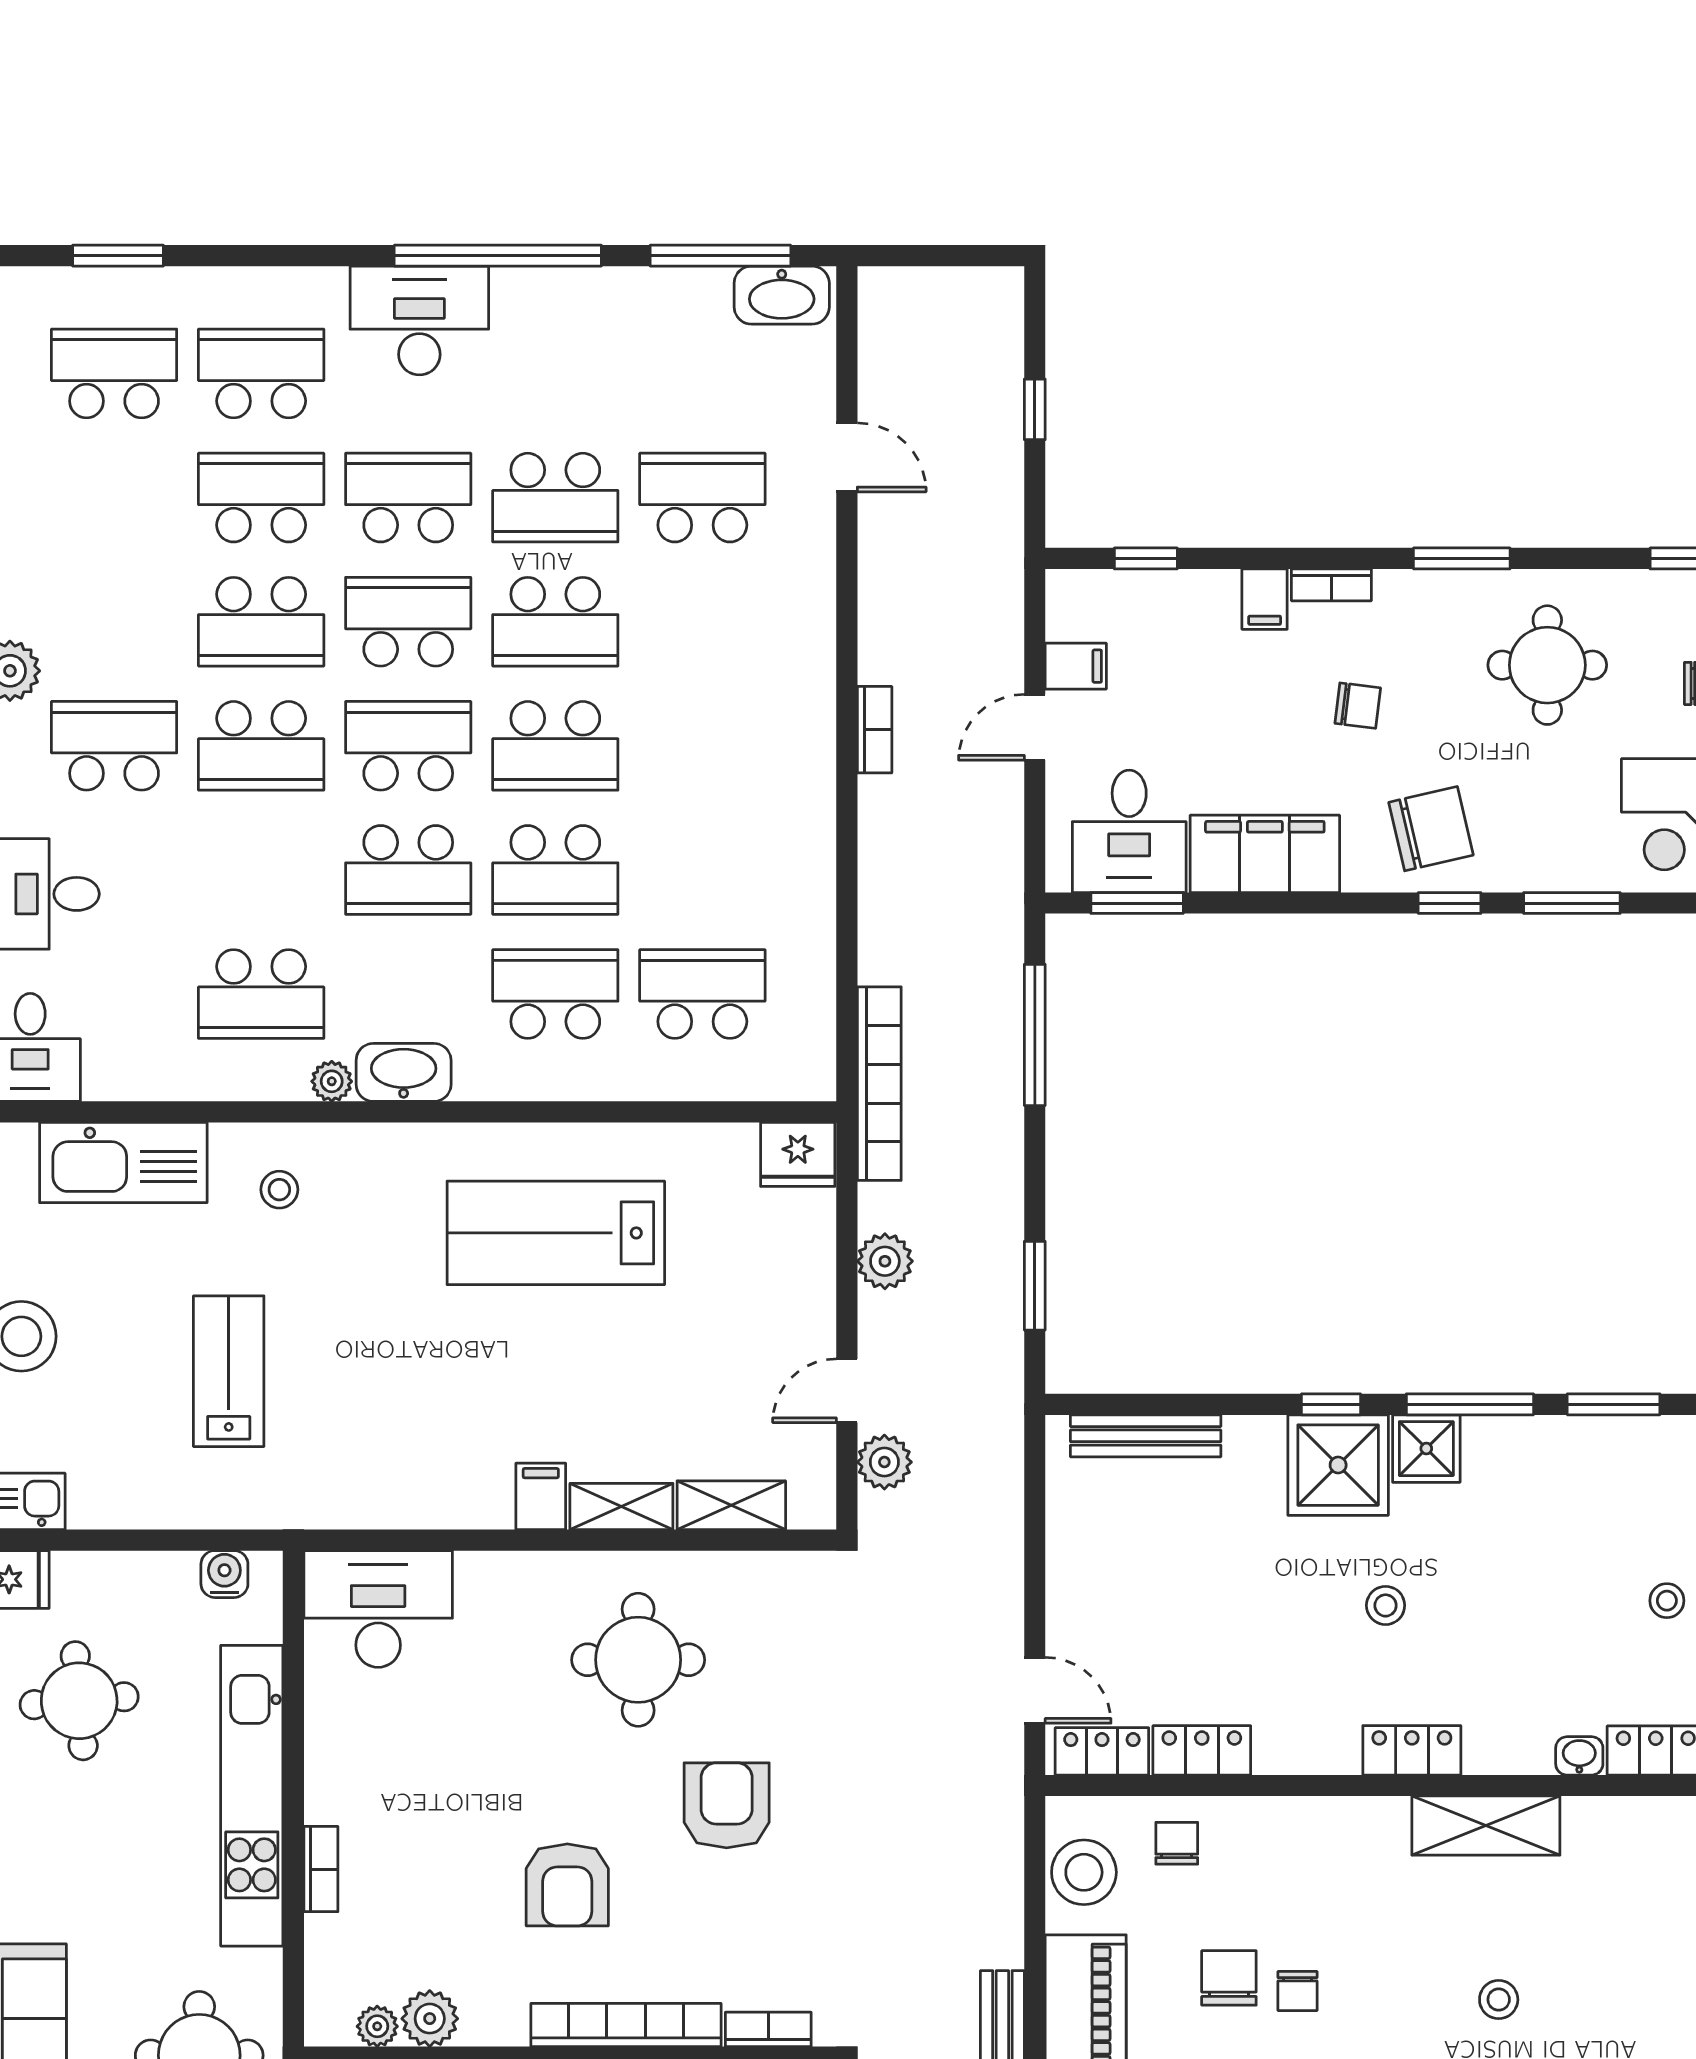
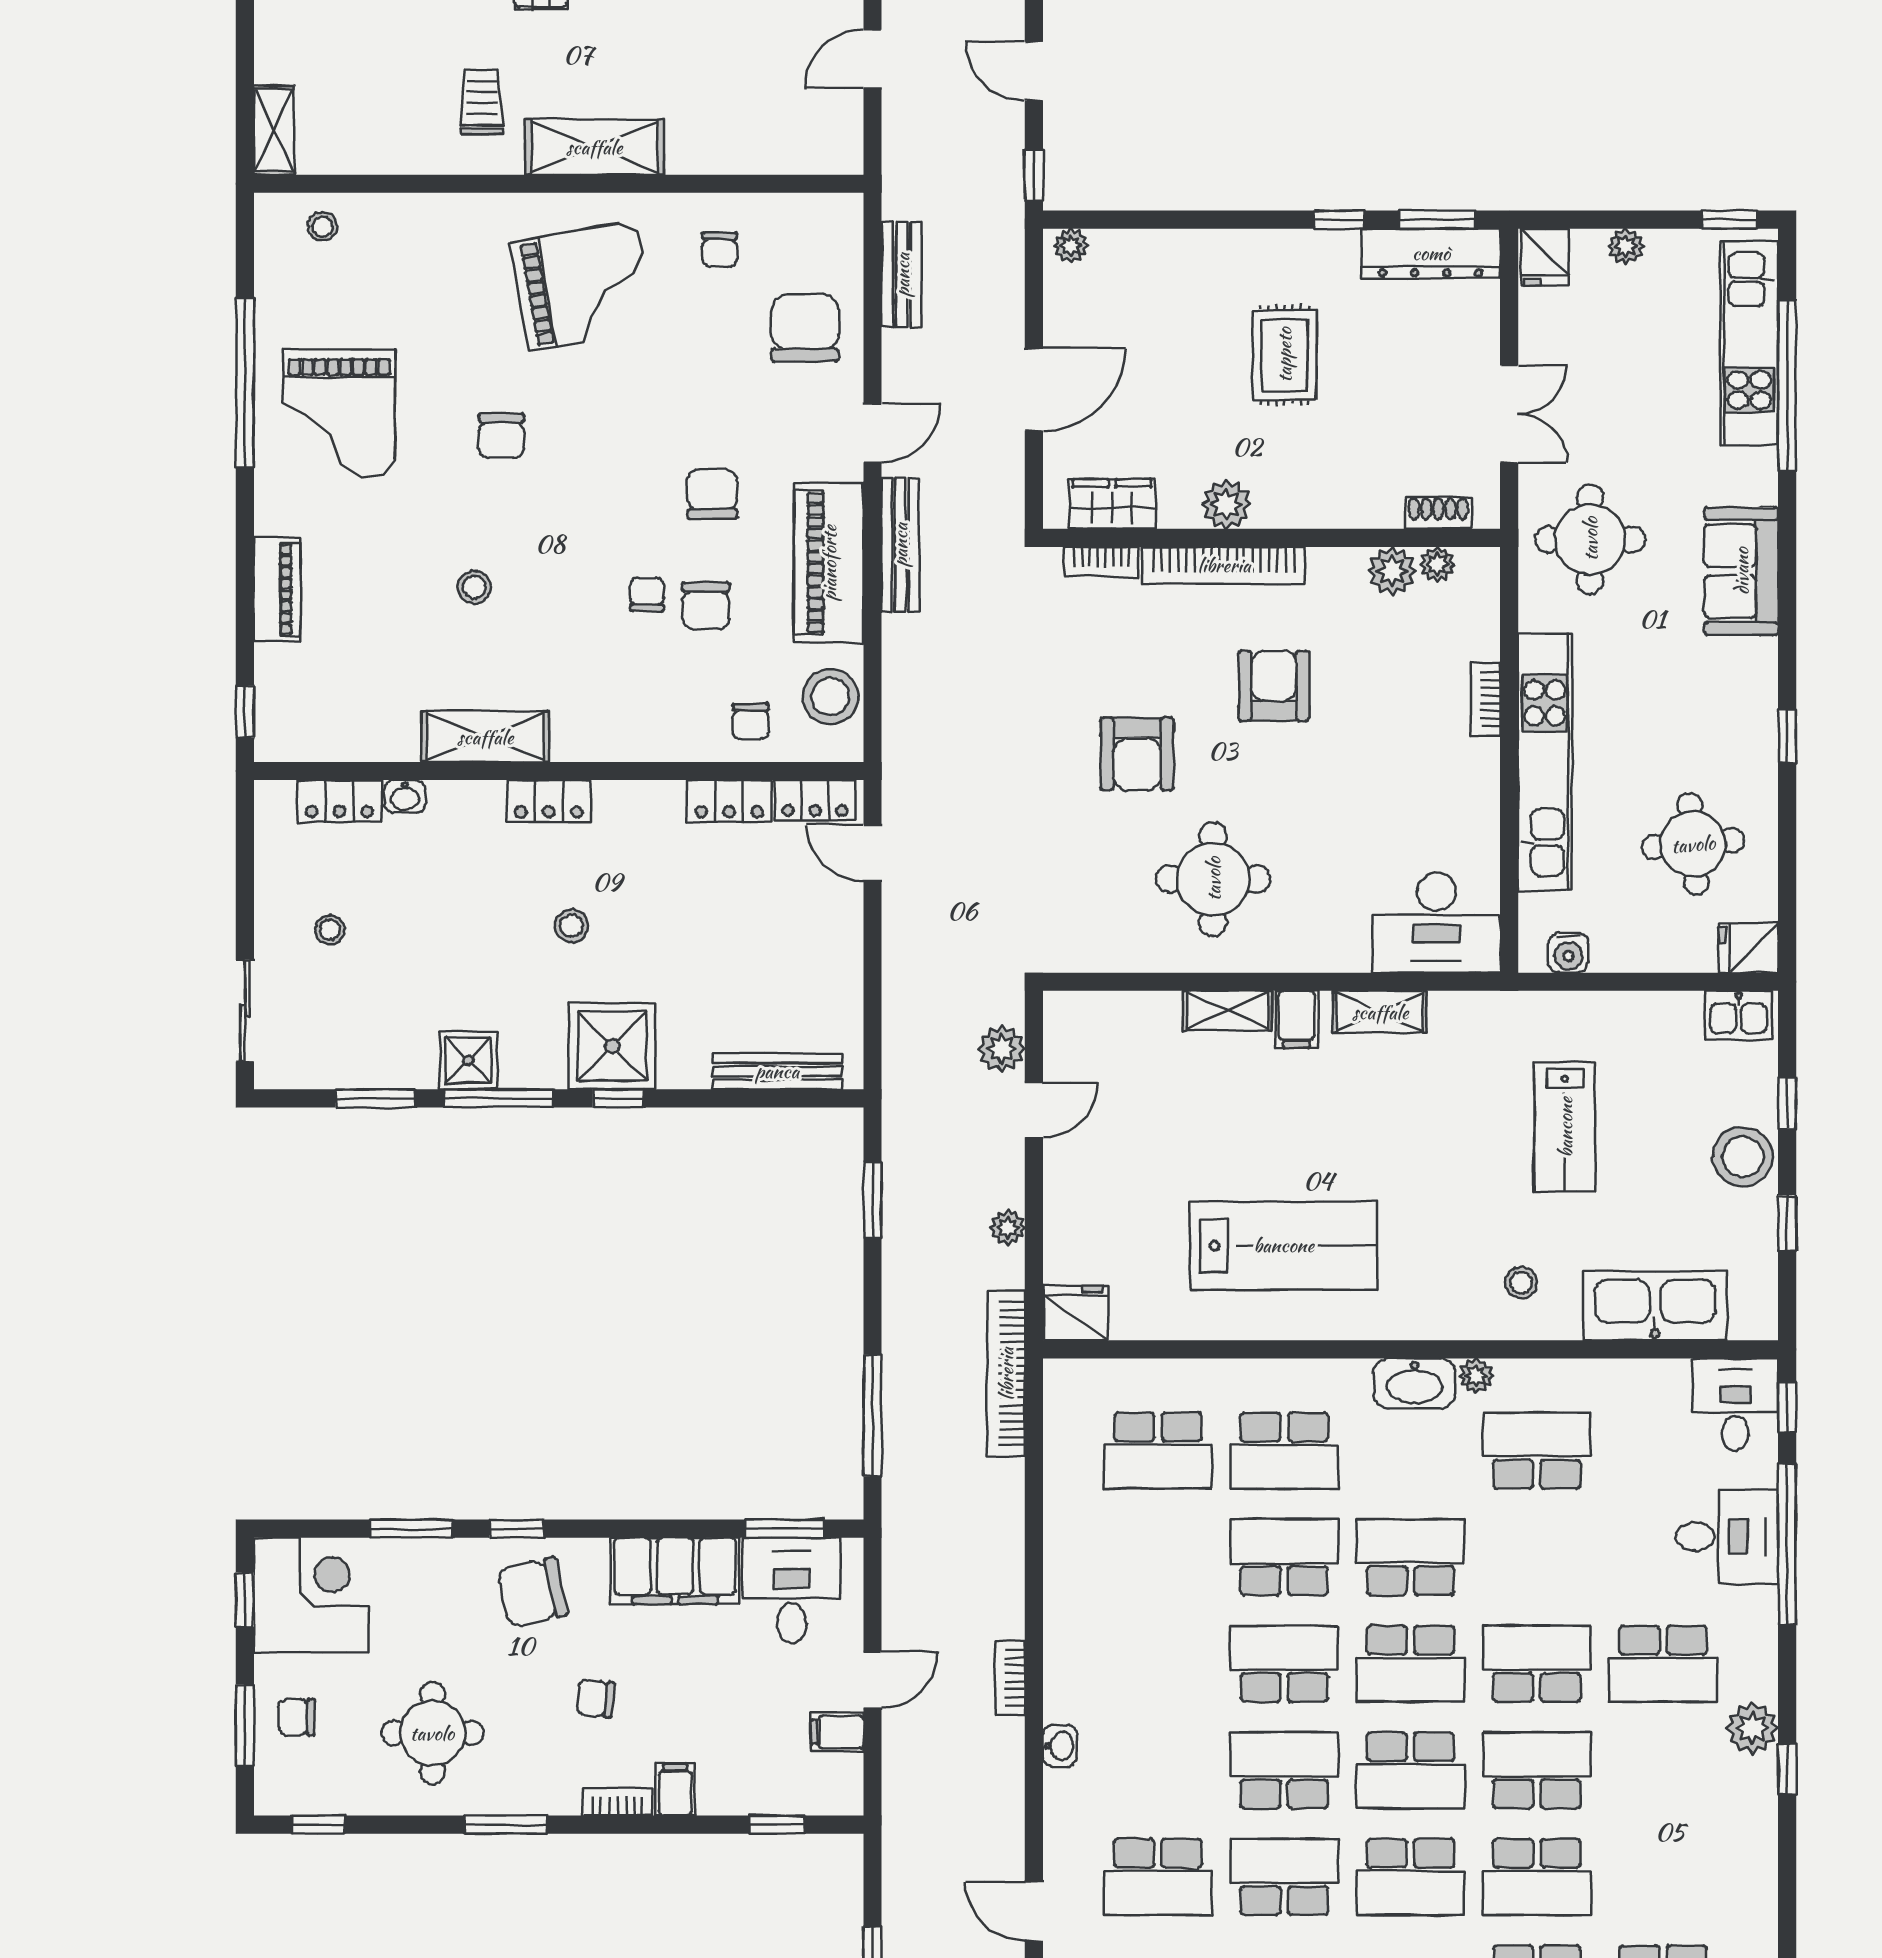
washbasin: (817, 650) -> (1060, 1746), added
plant: (885, 1261) -> (1008, 1228), width x0.73, depth x0.73
shower: (1426, 1449) -> (468, 1060), moved
shelving: (731, 1505) -> (1380, 1012), moved

